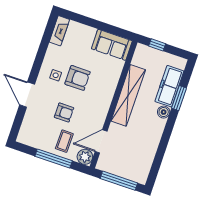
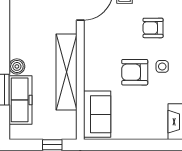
sofa: (112, 45) -> (97, 114), moved, turned 90
armchair: (64, 112) -> (153, 28), moved

